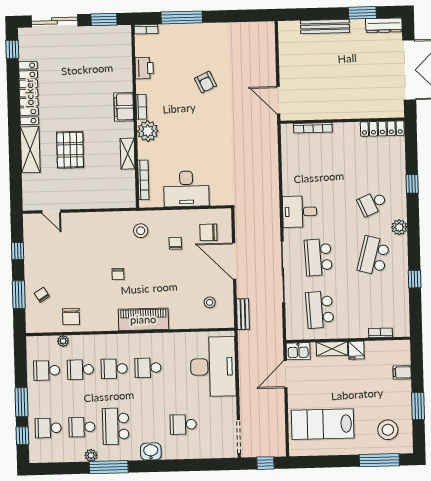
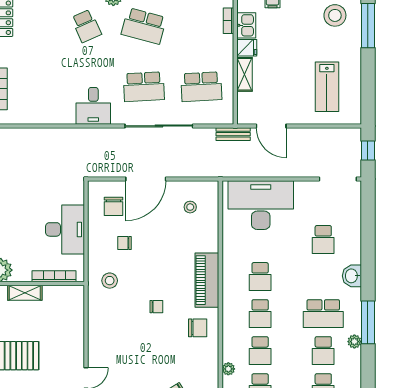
bench: (243, 314) -> (233, 134), moved
chair: (71, 317) -> (198, 328), moved
kitchen sink: (298, 351) -> (246, 25), moved
lab bench: (323, 424) -> (327, 87), width x0.73, depth x0.72

